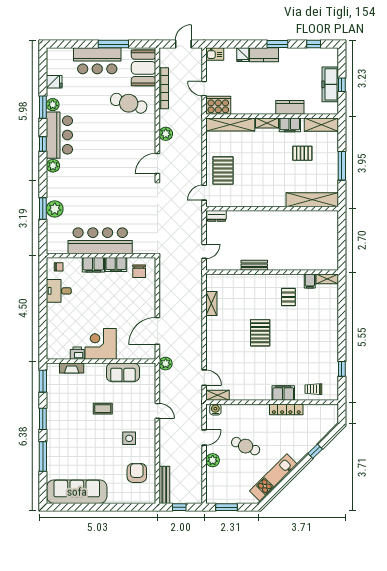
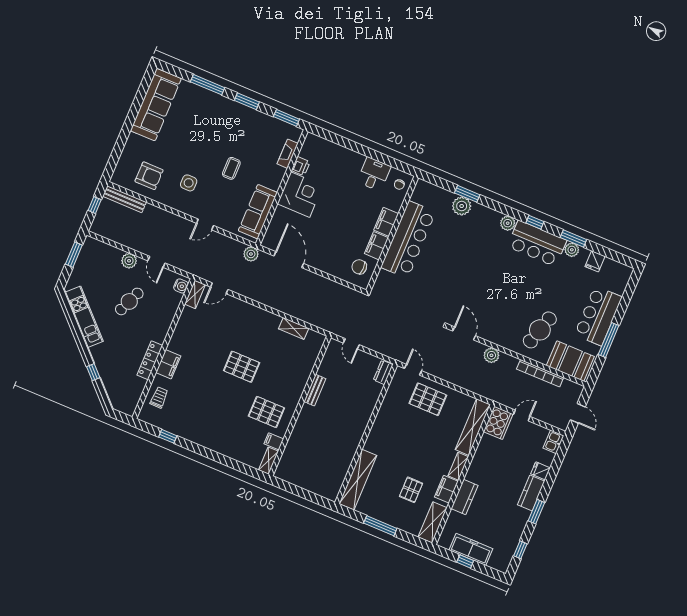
pallet: (288, 297) -> (266, 412), width x1.50, depth x1.42
sofa: (123, 372) -> (258, 212), width x1.36

